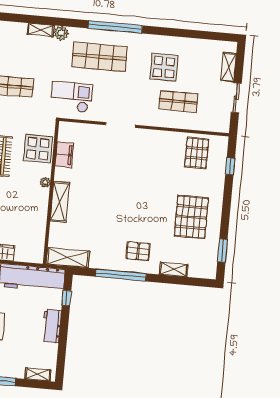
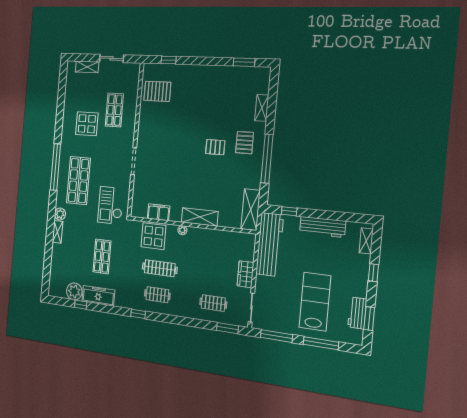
pallet: (191, 217) -> (215, 147), moved, width x0.49, depth x0.50
workbench: (52, 326) -> (323, 227), width x1.37

